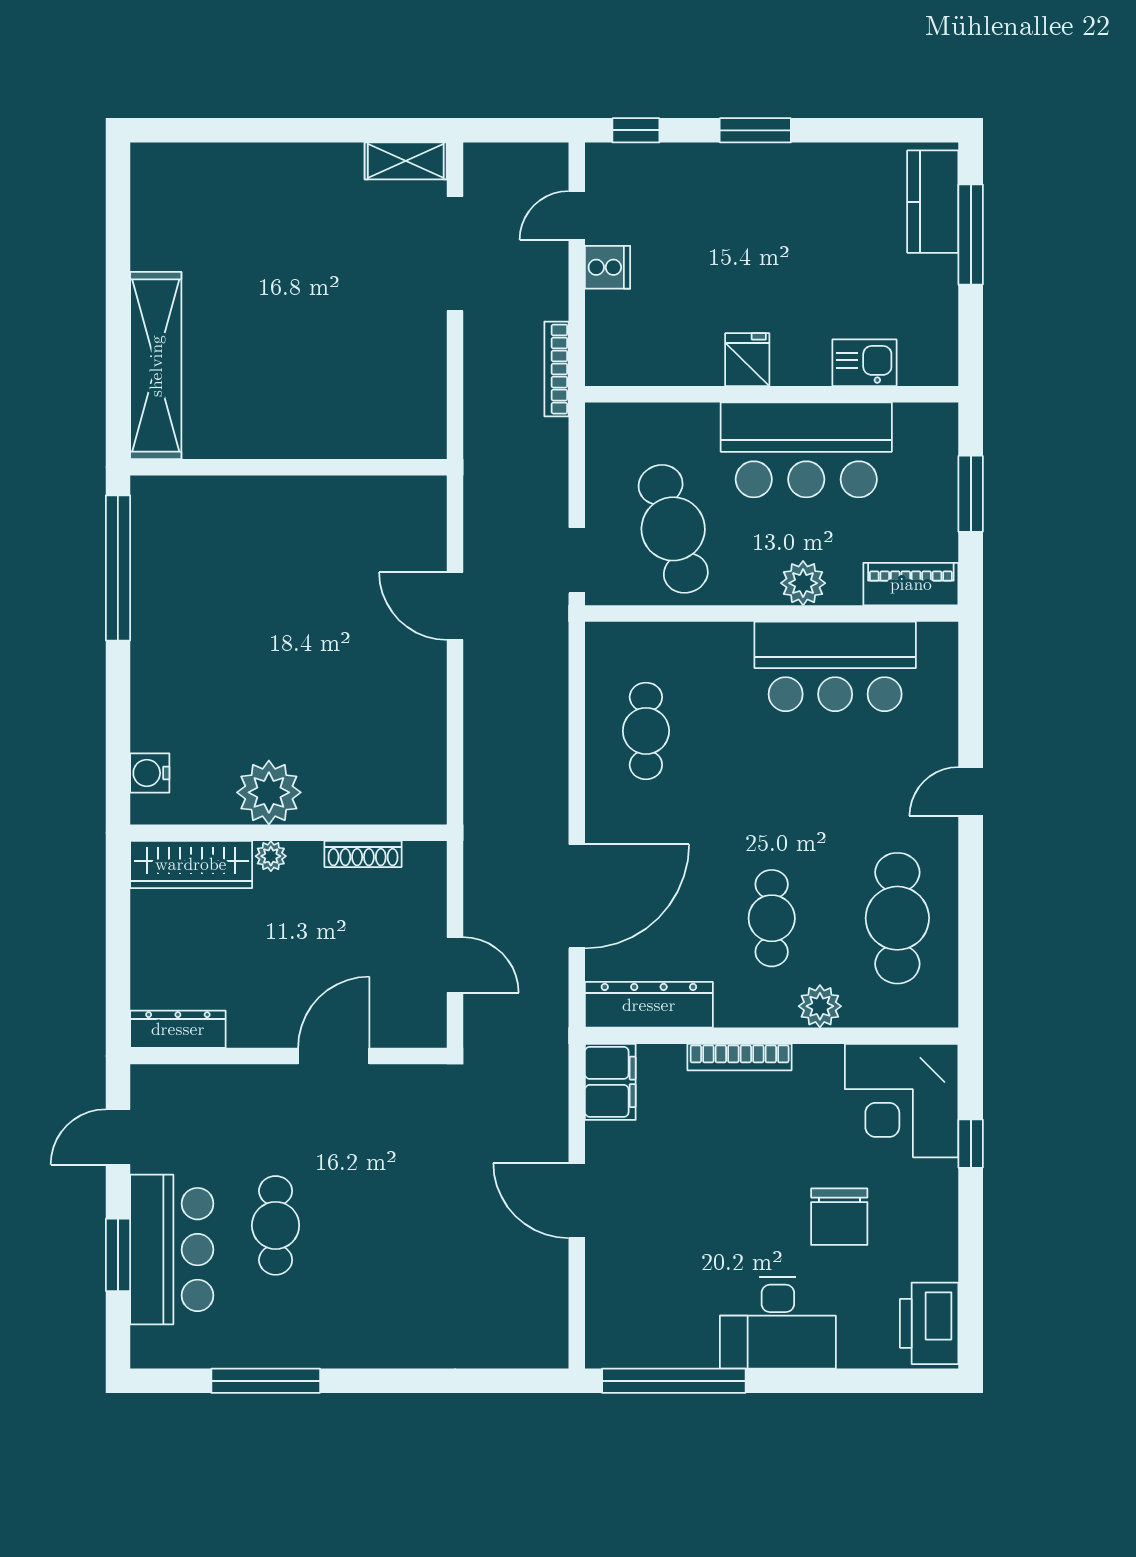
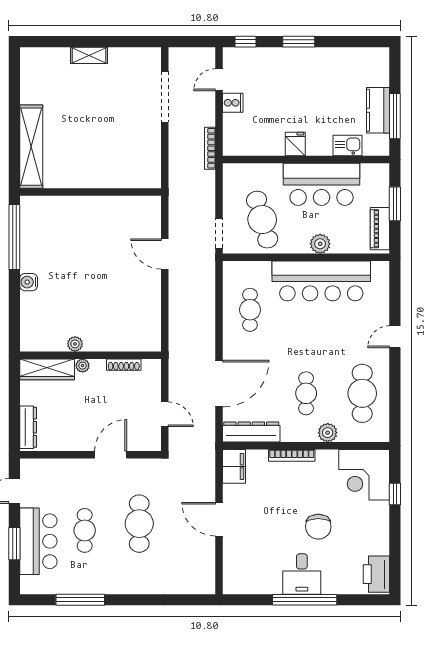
shelving: (406, 161) -> (89, 55), moved
kitchen counter: (933, 202) -> (378, 110), moved
window: (971, 234) -> (395, 116), moved
piano: (911, 584) -> (380, 229), moved, turned -90
bar counter: (835, 666) -> (321, 281), width x1.36
water cooler: (150, 773) -> (29, 282), moved
plant: (269, 792) -> (75, 344), width x0.53, depth x0.53
dresser: (178, 1029) -> (28, 427), moved, turned 90
cafe table: (398, 1210) -> (139, 524), added
chair: (839, 1217) -> (318, 527), moved
desk: (778, 1323) -> (302, 574), width x0.73
window: (674, 1381) -> (305, 600), moved

